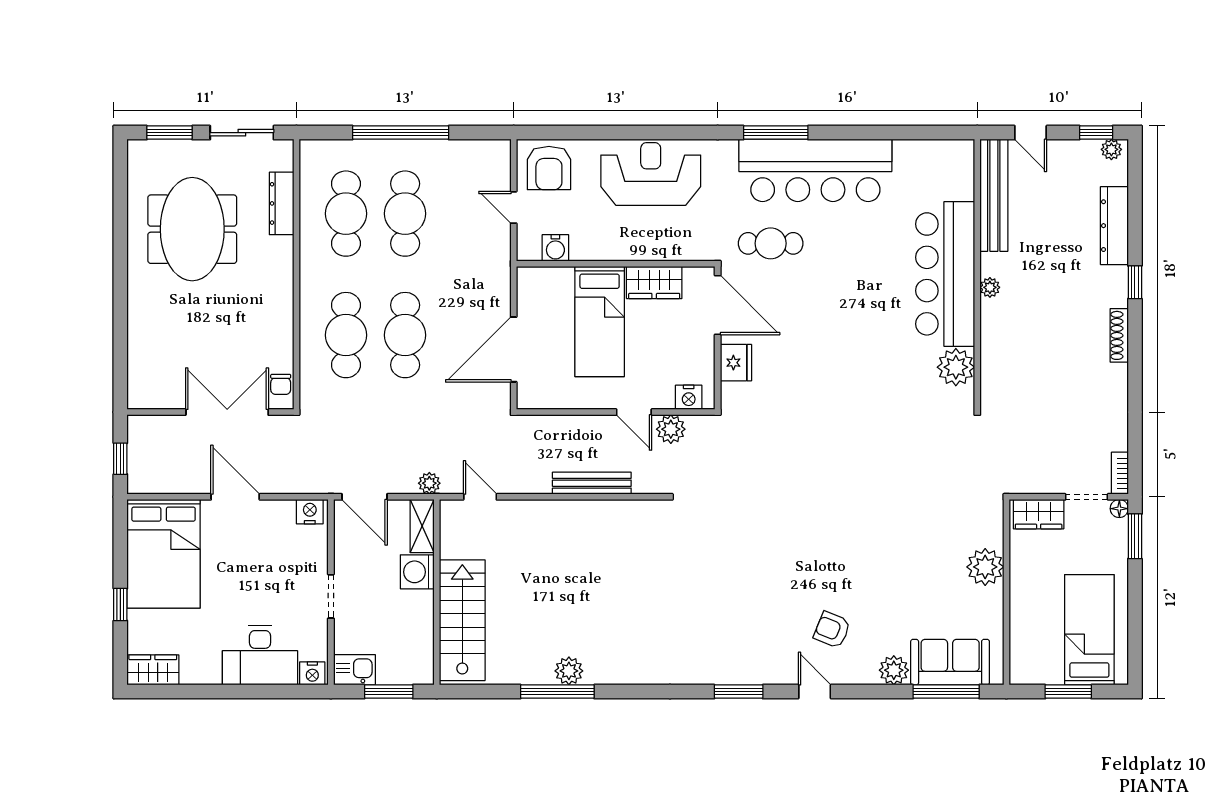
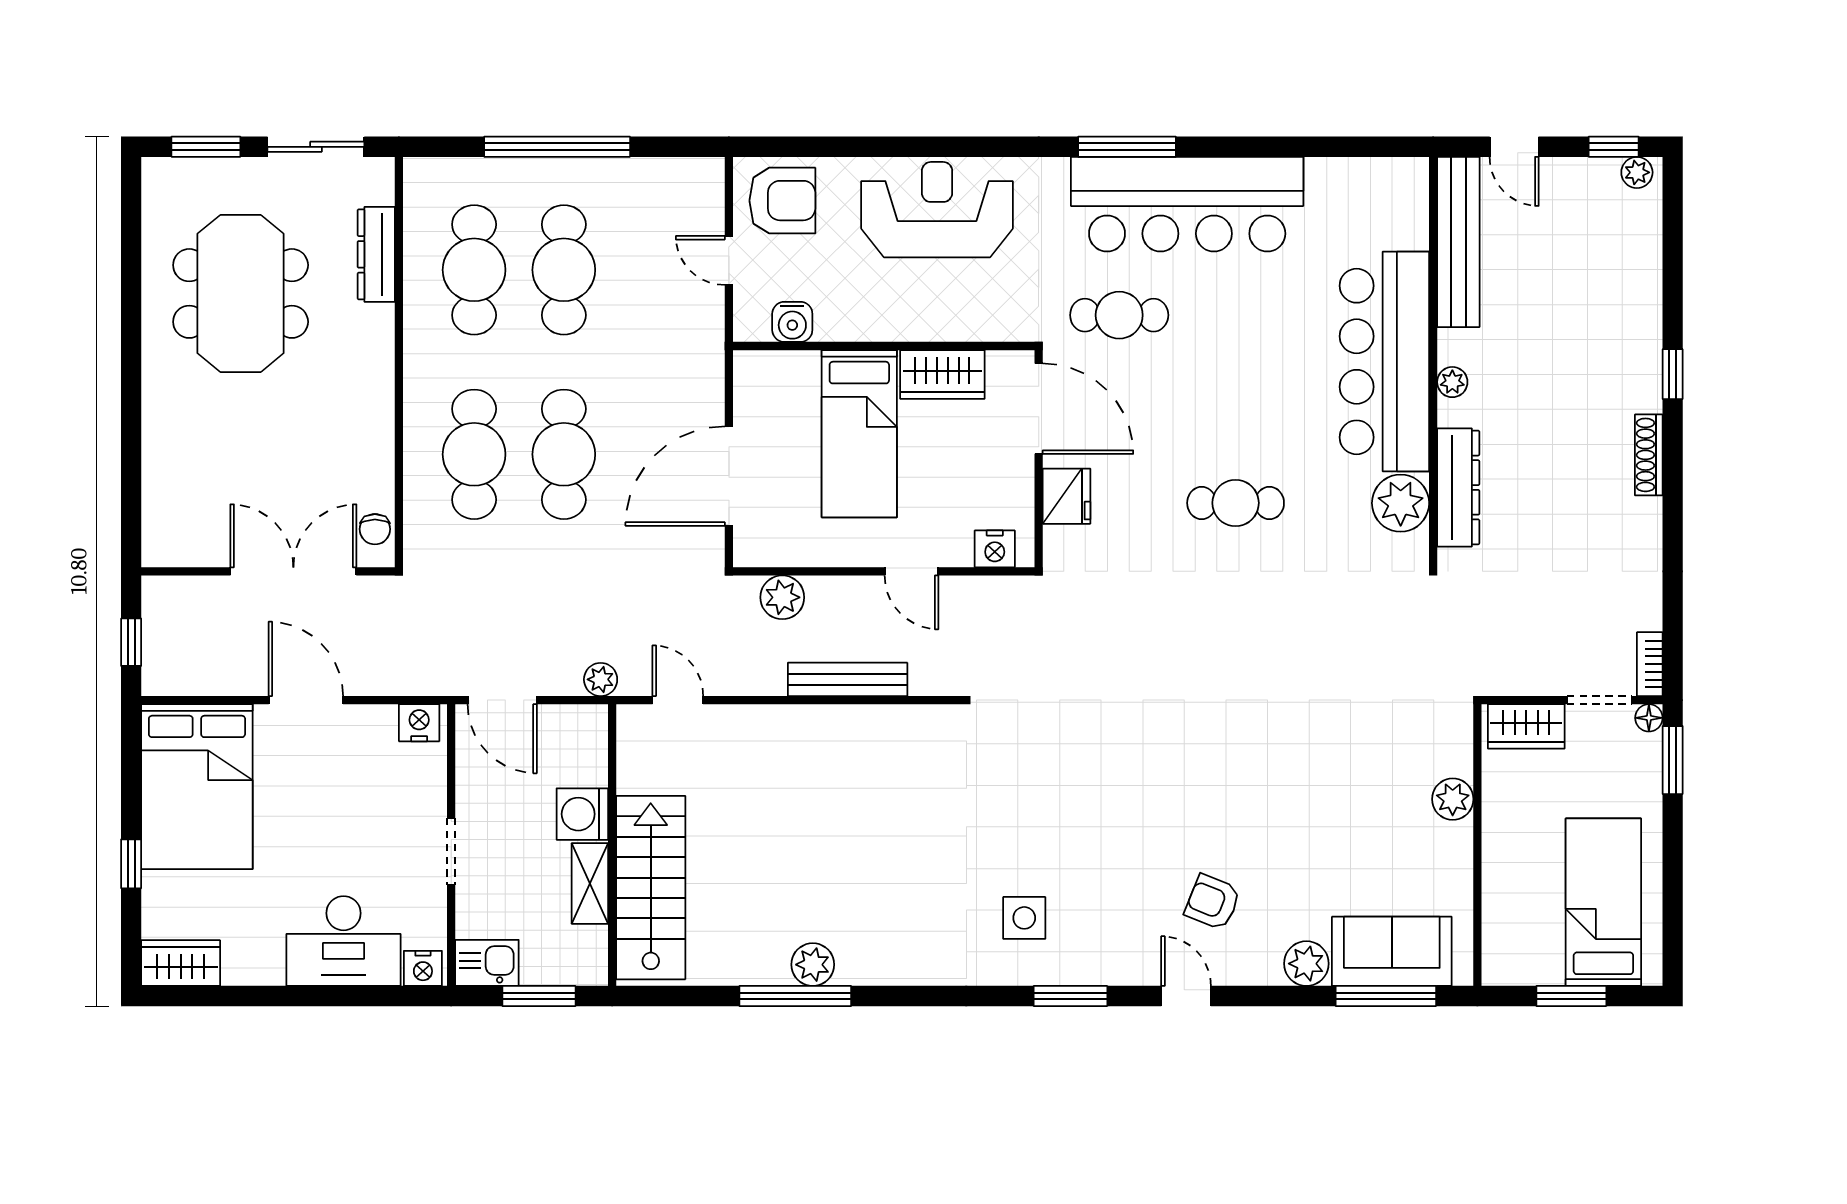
armchair: (549, 168) -> (782, 201), turned -90
dresser: (1114, 226) -> (1458, 487), moved, turned 180
cafe table: (847, 367) -> (1236, 503), added
plant: (671, 429) -> (782, 597), moved
shelving: (422, 526) -> (590, 884), moved
plant: (985, 567) -> (1453, 799), width x0.73, depth x0.73
side table: (708, 640) -> (1024, 918), added

